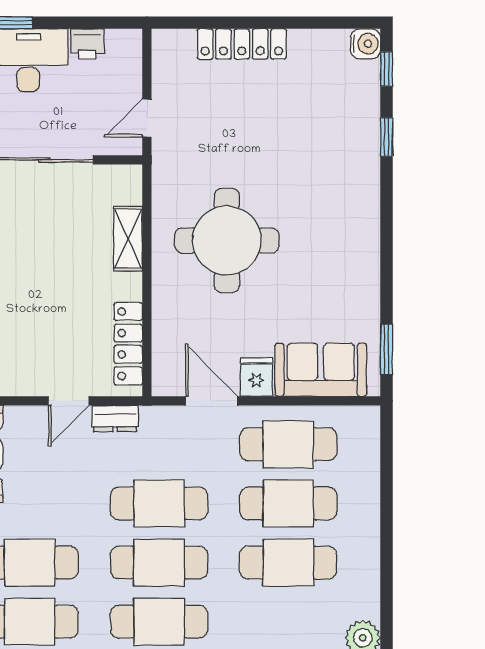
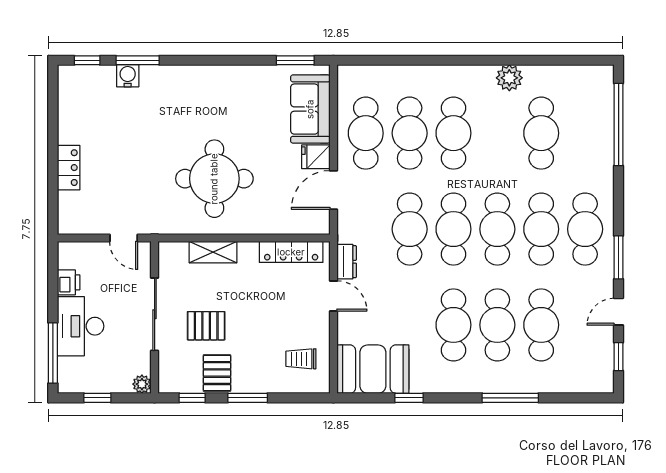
locker: (242, 44) -> (69, 168), width x0.66
water cooler: (366, 44) -> (128, 76), moved
window: (386, 137) -> (138, 60), width x1.50
pallet: (29, 229) -> (206, 326), added

